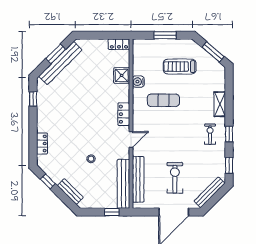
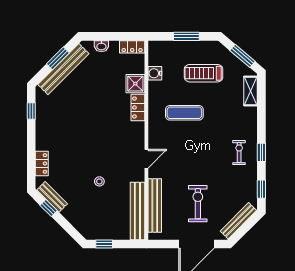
washbasin: (93, 44) -> (101, 46), added
water cooler: (138, 82) -> (155, 73), moved
shelving: (220, 104) -> (251, 91), moved
locker: (124, 114) -> (138, 107), moved
bench: (70, 192) -> (52, 197), moved
window: (112, 212) -> (104, 244), moved

